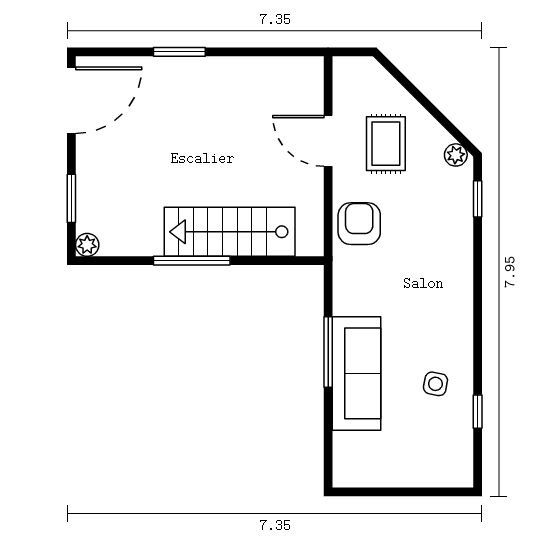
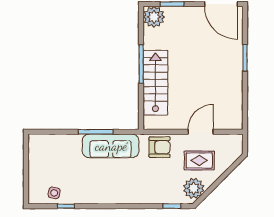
plant: (456, 155) -> (194, 188), width x1.88, depth x1.88
plant: (87, 245) -> (154, 17), width x1.88, depth x1.88
sofa: (357, 373) -> (111, 146), moved
side table: (435, 384) -> (54, 193), moved

